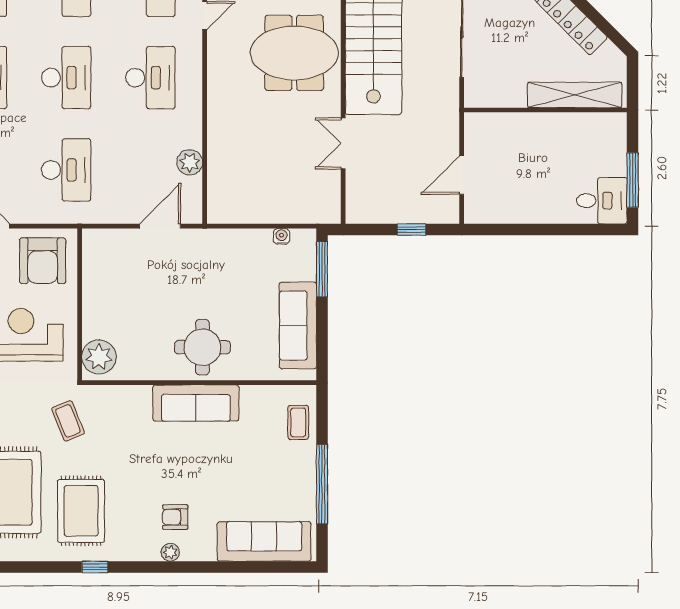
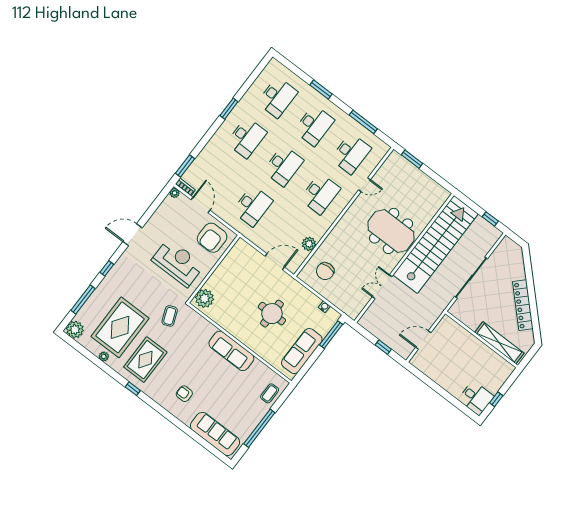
window: (633, 180) -> (496, 399), width x0.46
chair: (243, 184) -> (325, 271), added
round table: (202, 347) -> (272, 314), moved
plant: (170, 552) -> (104, 356), moved

